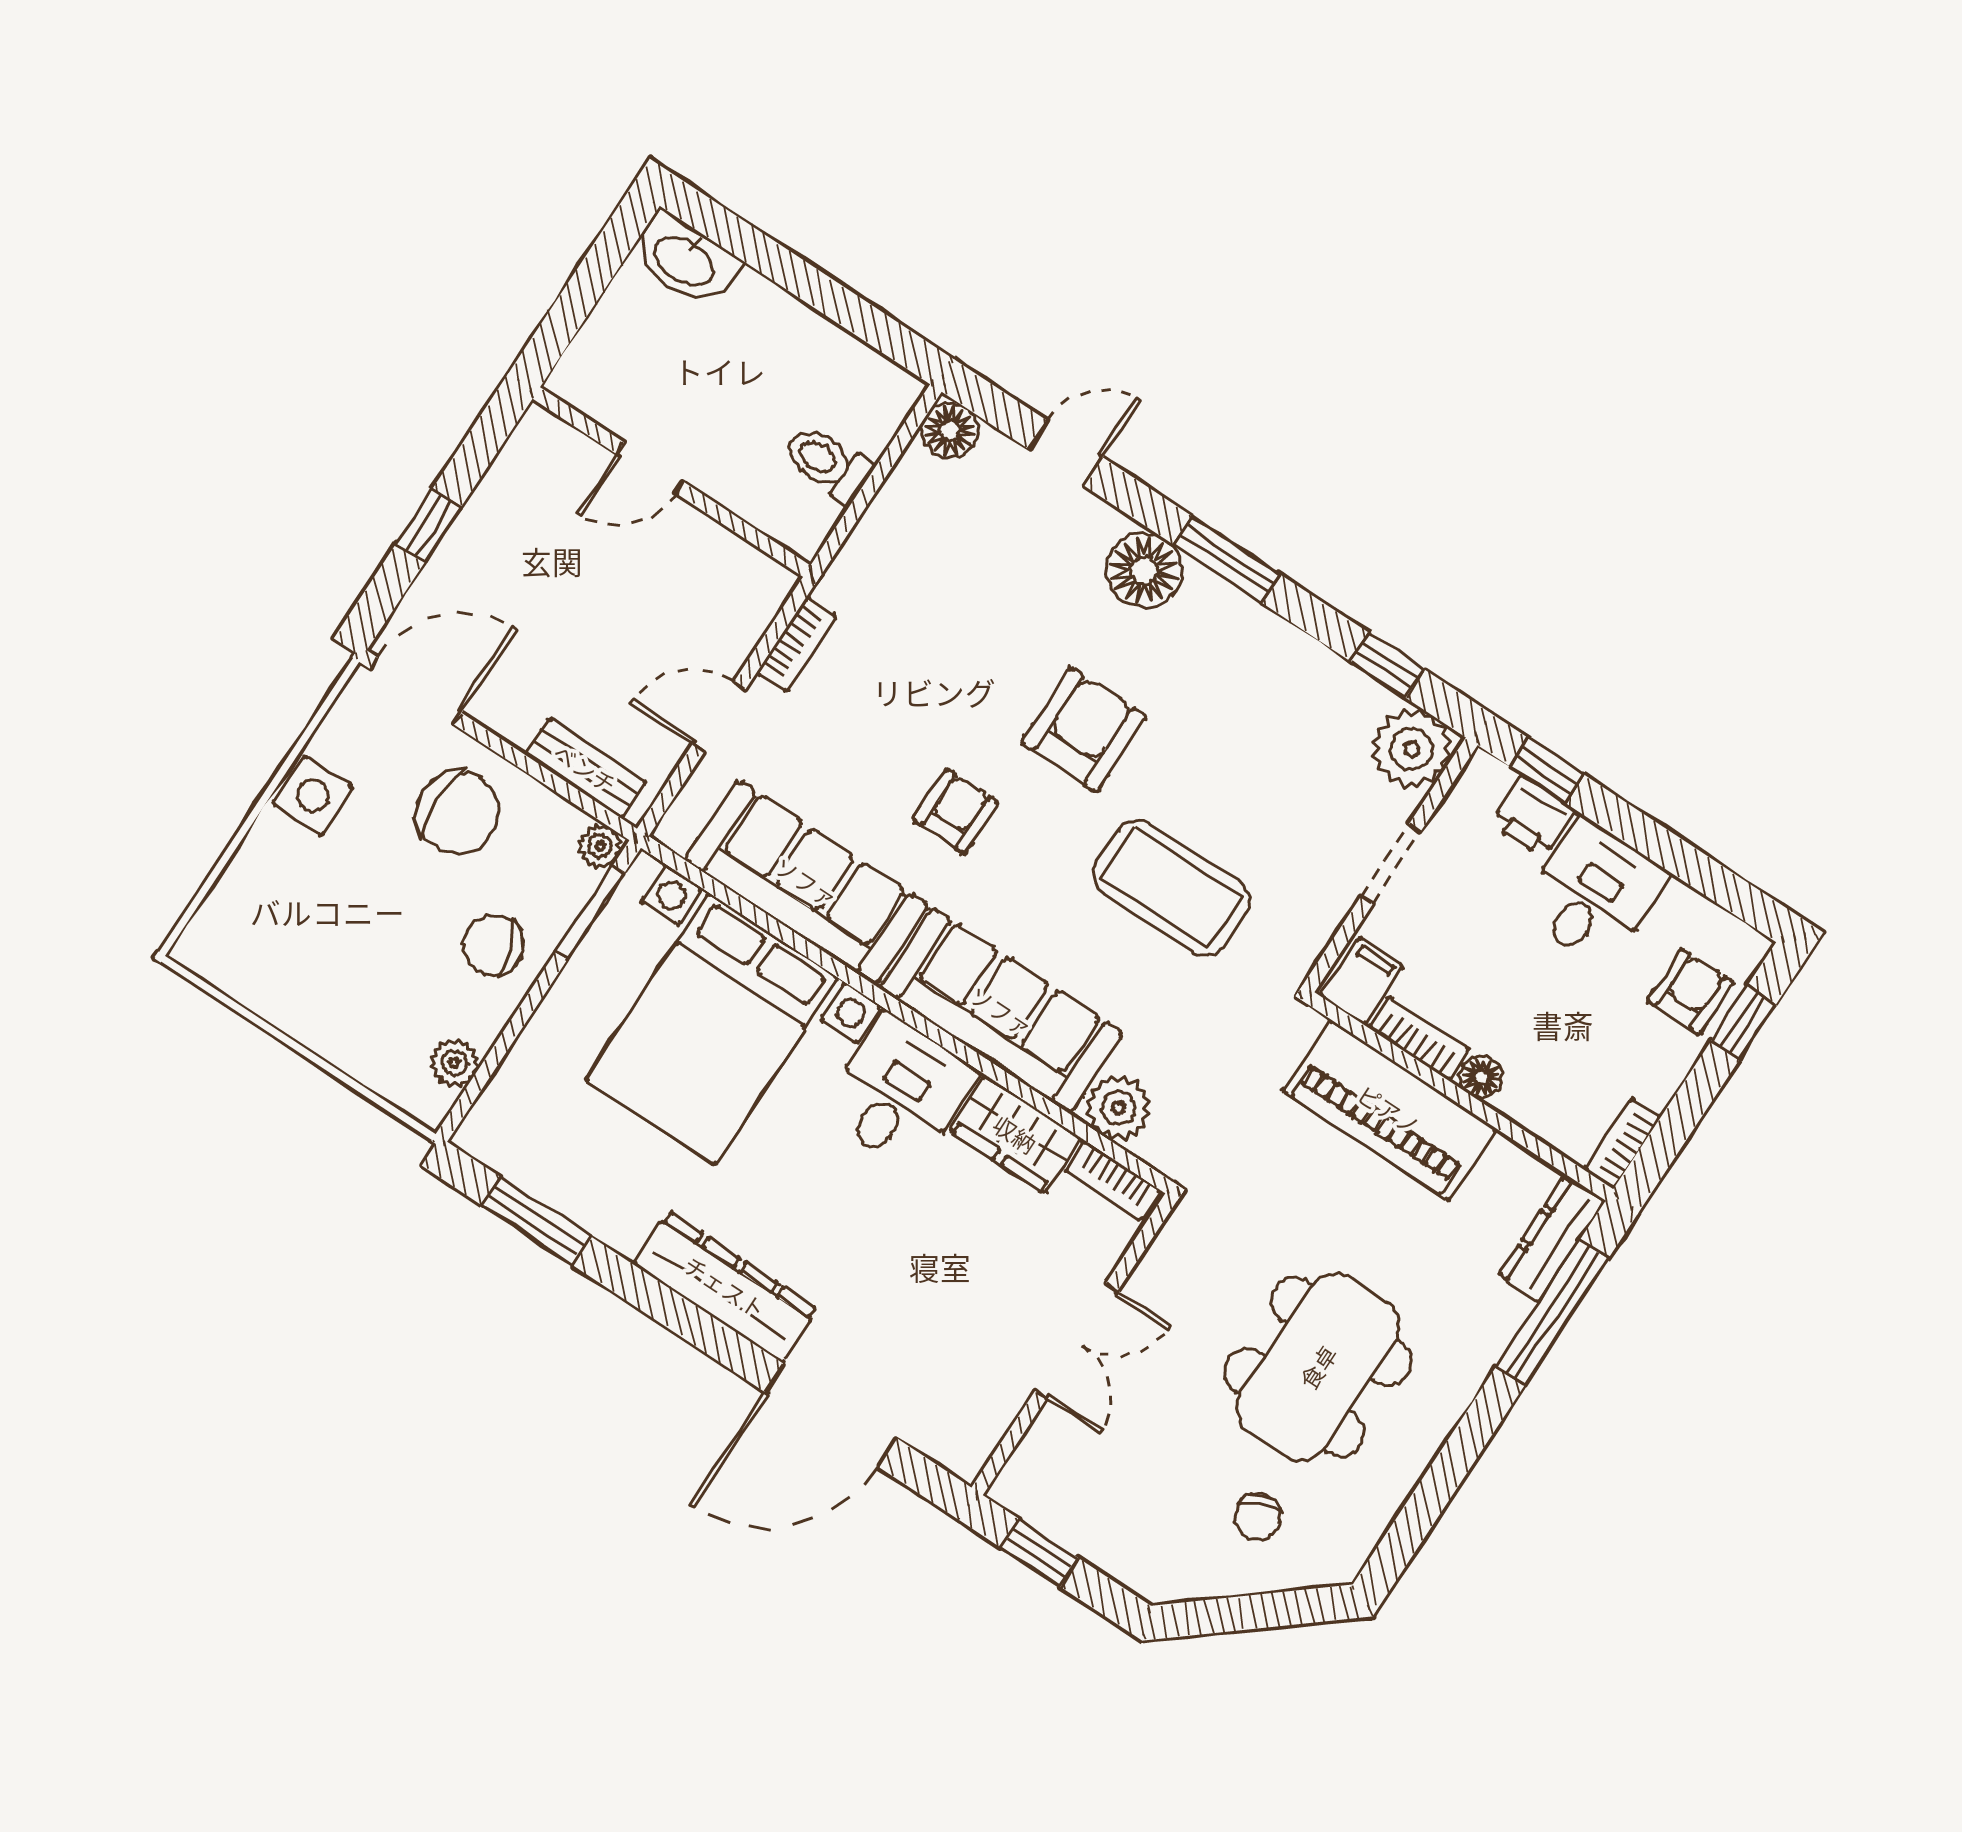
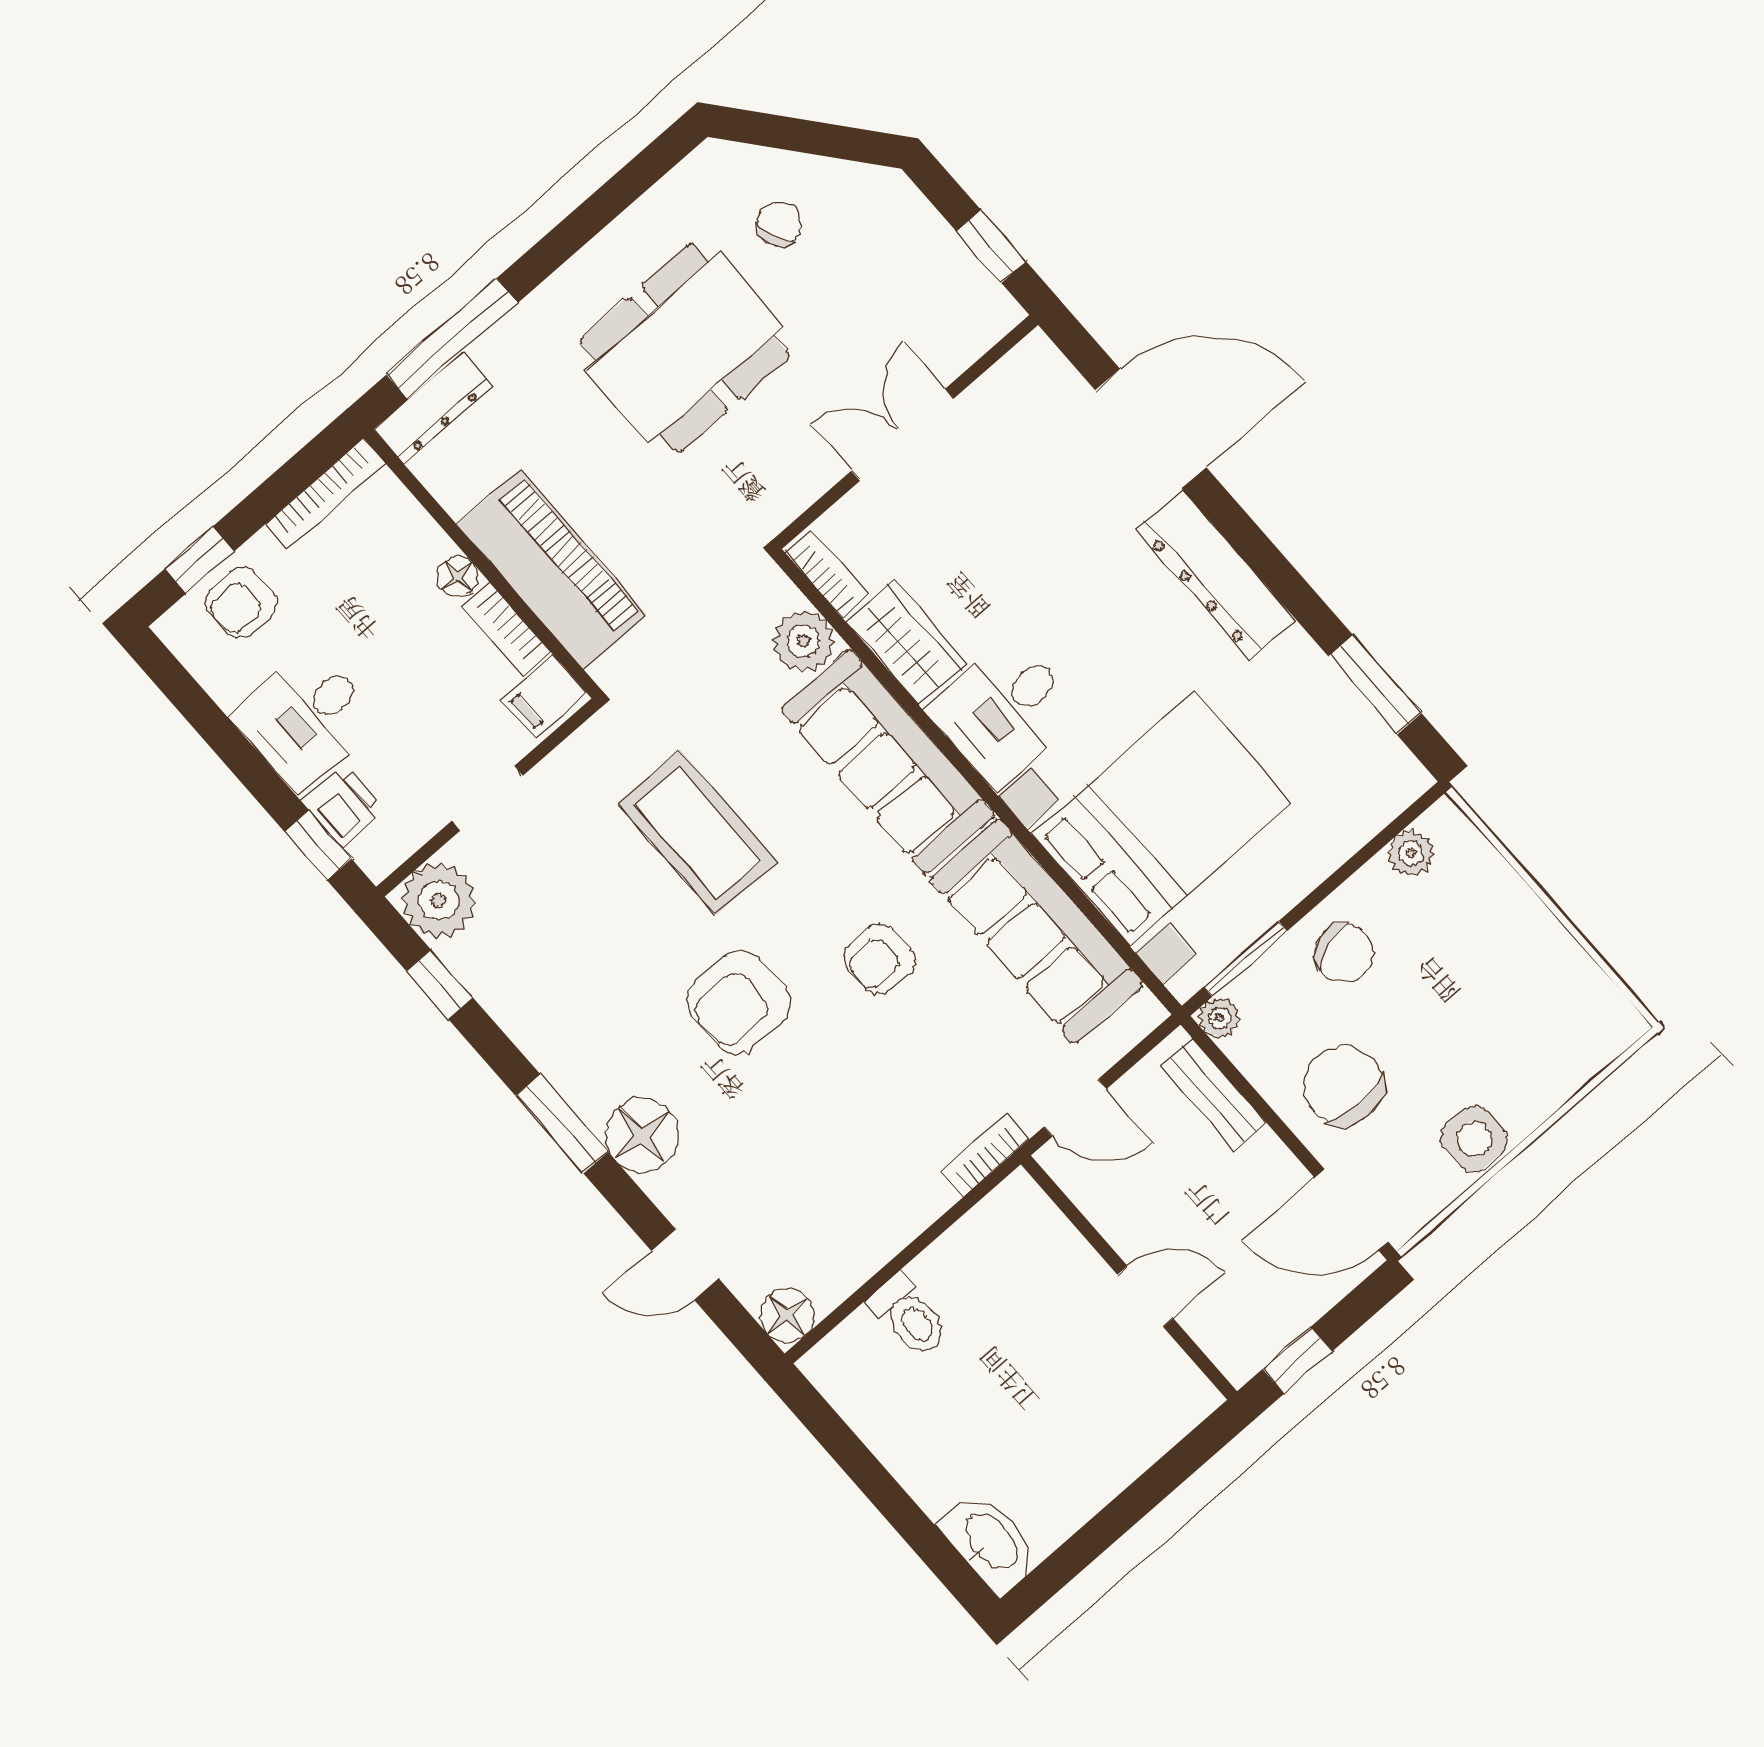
door: (650, 468) -> (1145, 1296), moved
wall: (672, 482) -> (1129, 1278), moved
bookcase: (1623, 1144) -> (325, 494), width x1.56

